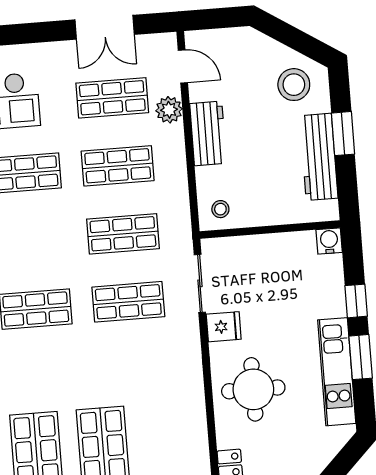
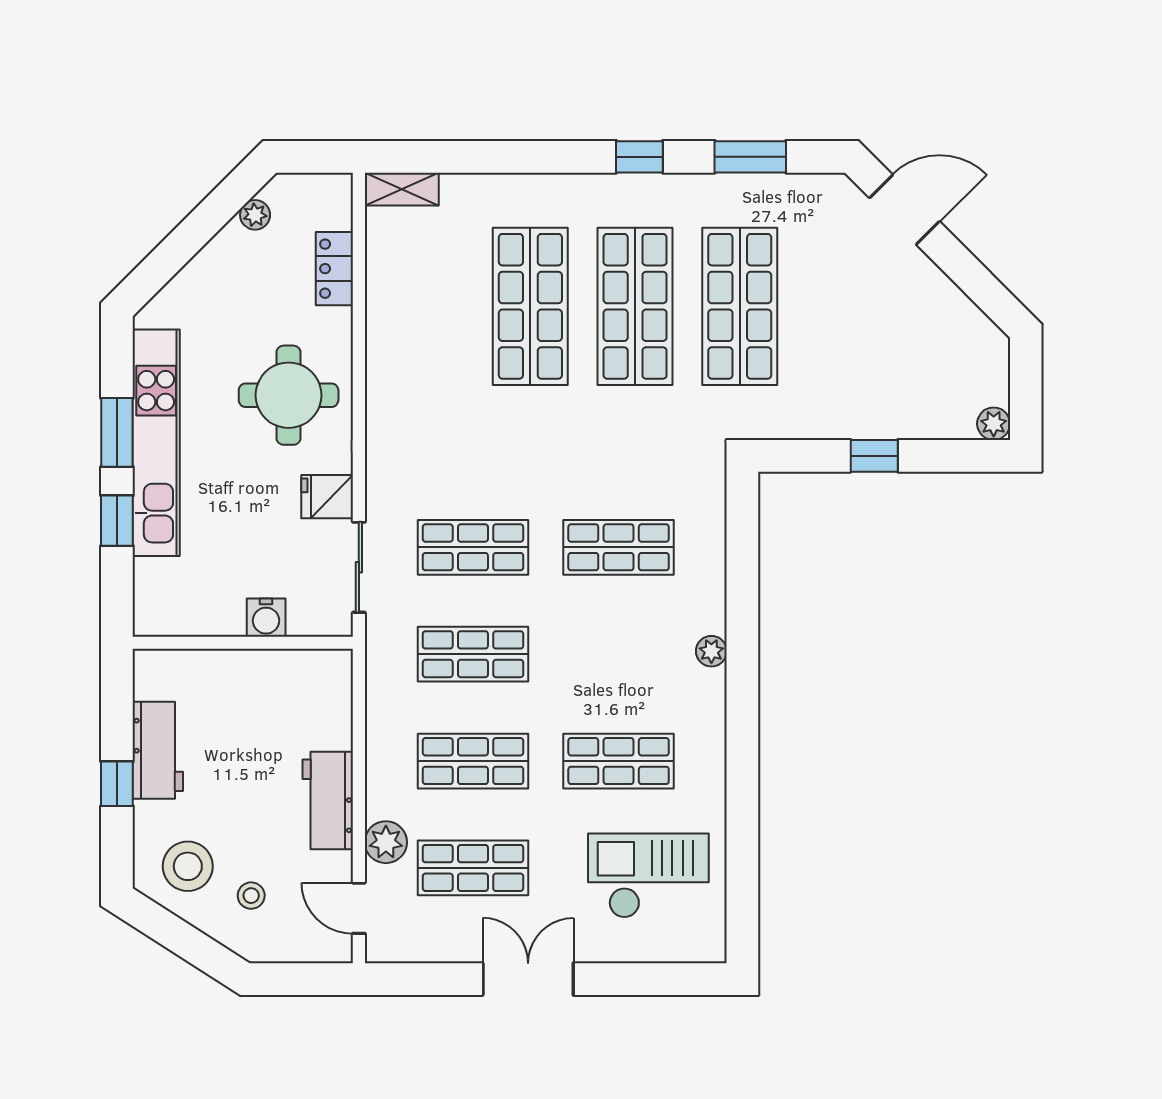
double door: (105, 27) -> (528, 979), moved
window: (343, 134) -> (117, 784), width x0.67
workbench: (319, 157) -> (158, 750), width x0.73
stool: (220, 209) -> (251, 896), moved
water cooler: (329, 241) -> (266, 618), moved
kitchen unit: (337, 372) -> (156, 443), width x1.36

